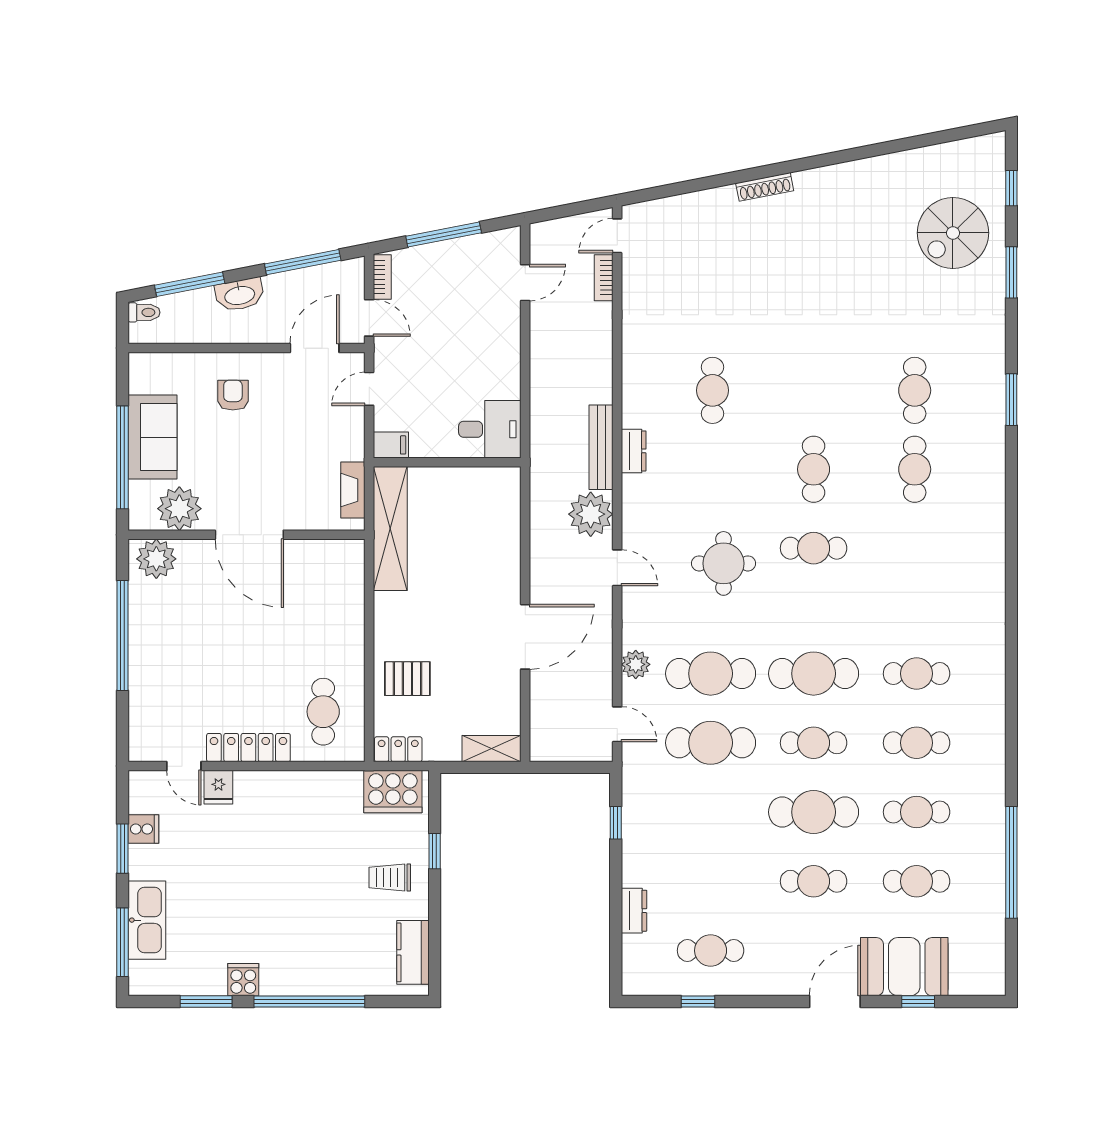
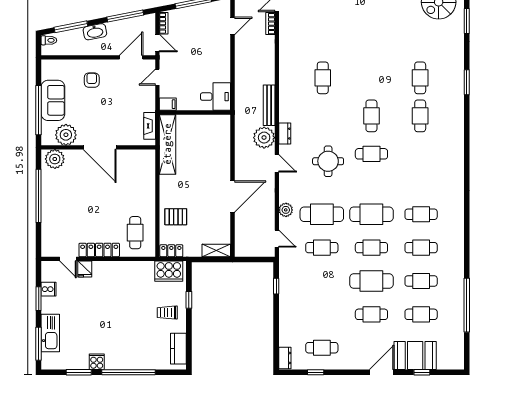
dresser: (634, 451) -> (285, 134), moved
cafe table: (711, 743) -> (322, 248), width x0.73, depth x0.74
dresser: (634, 911) -> (285, 358), moved

